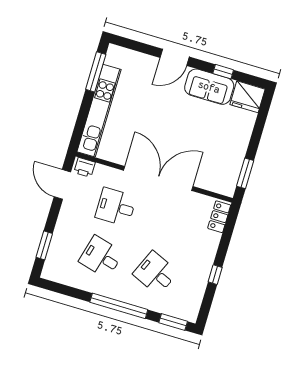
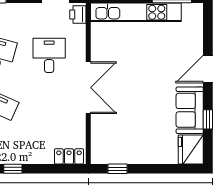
door: (175, 57) -> (208, 69), hinge flipped
window: (245, 173) -> (117, 169), width x0.67
double door: (158, 178) -> (88, 88), width x0.73

